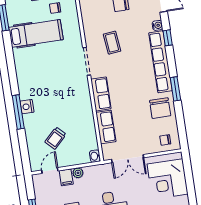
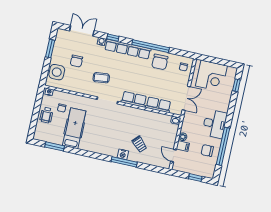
window: (175, 89) -> (151, 46), width x2.11
chair: (160, 108) -> (160, 62), turned 90
trolley: (55, 138) -> (139, 144), moved

